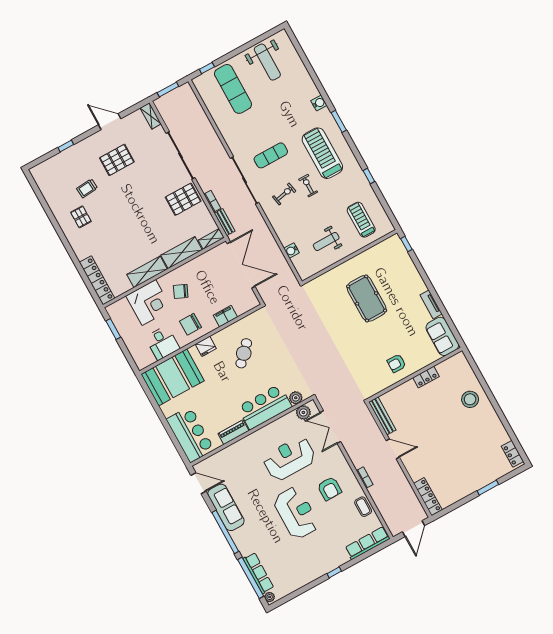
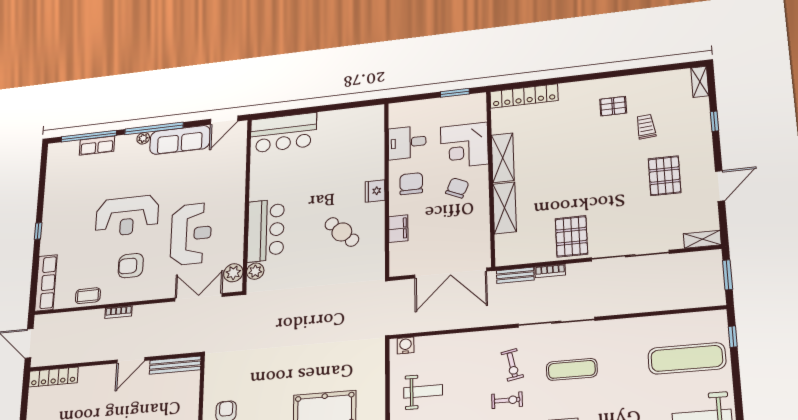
exercise mat: (271, 155) -> (572, 369), turned 90
shelving: (211, 239) -> (700, 82), moved
weight bench: (326, 241) -> (423, 391), turned 90
water cooler: (292, 251) -> (406, 345), moved
booth: (173, 377) -> (360, 138), removed
piano: (233, 432) -> (258, 182), removed
row of seats: (258, 573) -> (97, 146), width x0.68
plant: (270, 597) -> (143, 138), moved

